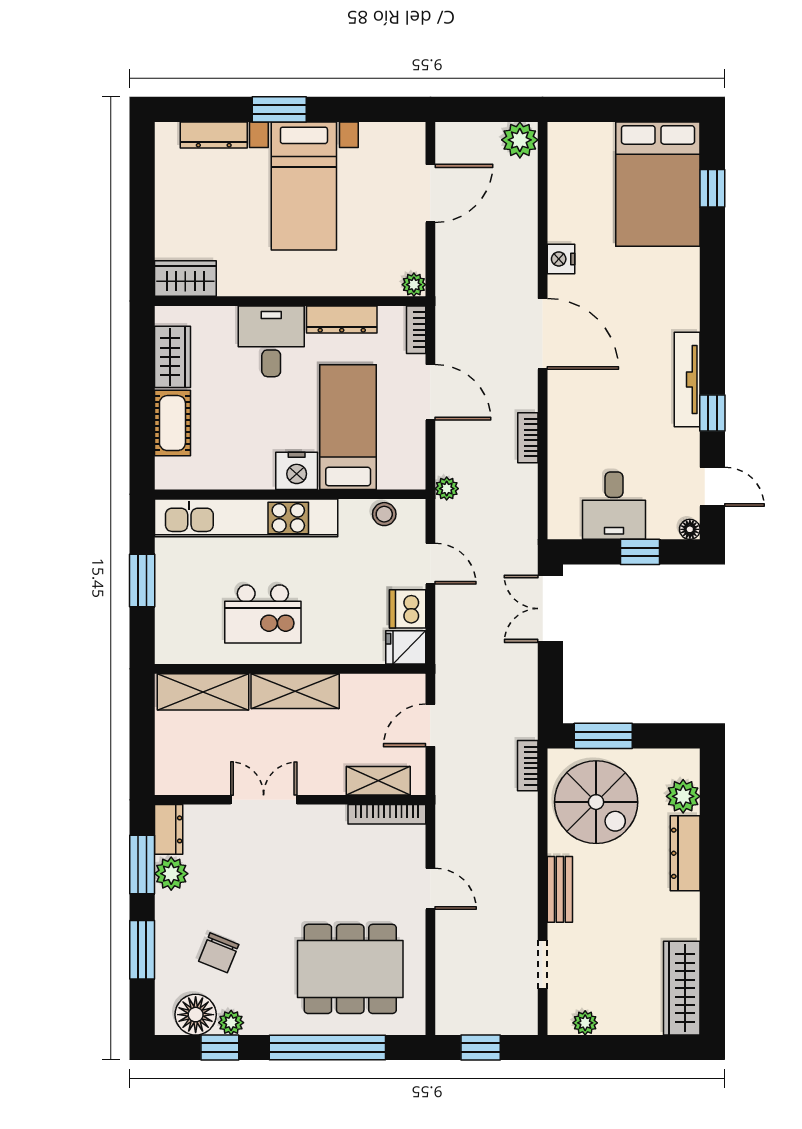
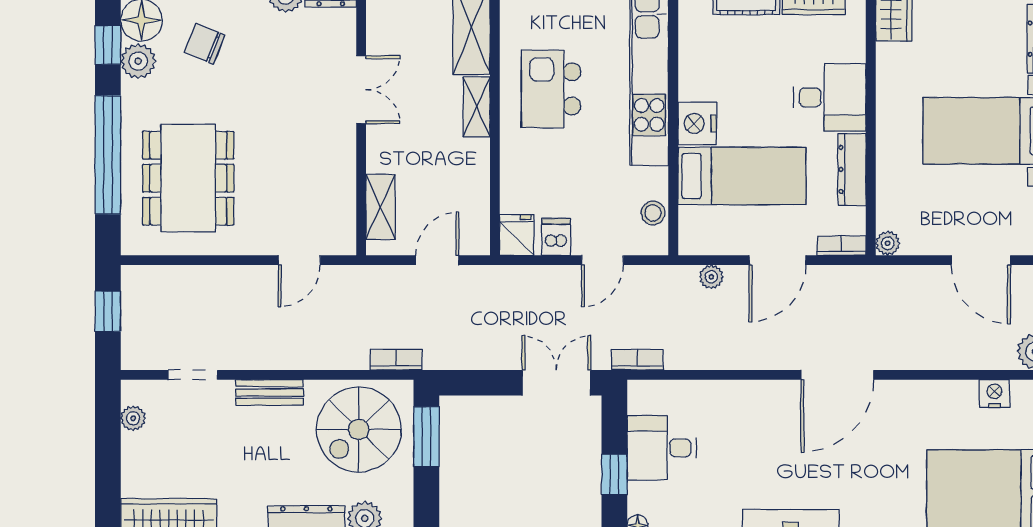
nightstand: (561, 259) -> (994, 394), moved
bookcase: (528, 438) -> (637, 360), moved
plant: (447, 489) -> (711, 277), moved
dishwasher: (408, 609) -> (556, 237), width x0.73
shelving: (295, 691) -> (477, 107), width x0.67, depth x0.75
door: (430, 725) -> (437, 260), hinge flipped
bookcase: (387, 814) -> (346, 216), removed
door: (430, 889) -> (299, 260), moved
plant: (231, 1023) -> (138, 61), width x1.38, depth x1.38

